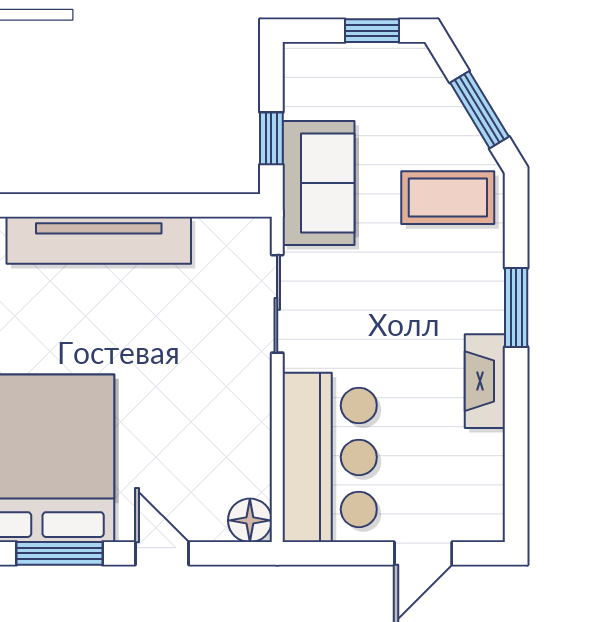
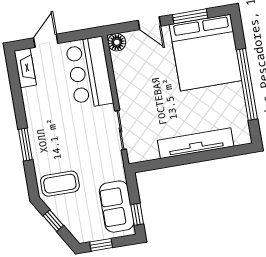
window: (479, 110) -> (53, 221), width x0.67
window: (271, 138) -> (137, 214), moved
sofa: (318, 183) -> (117, 207), moved
fireplace: (485, 381) -> (25, 68), moved

